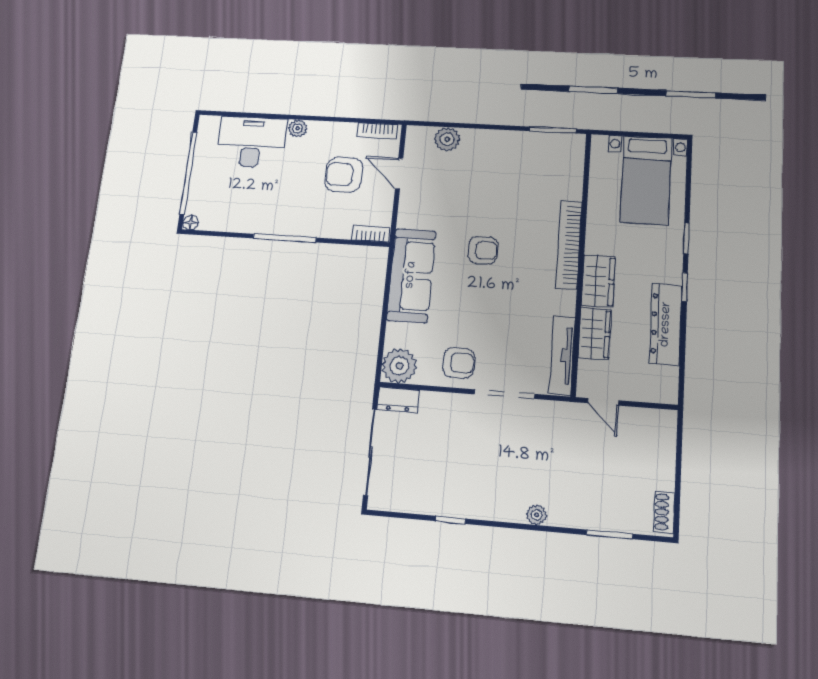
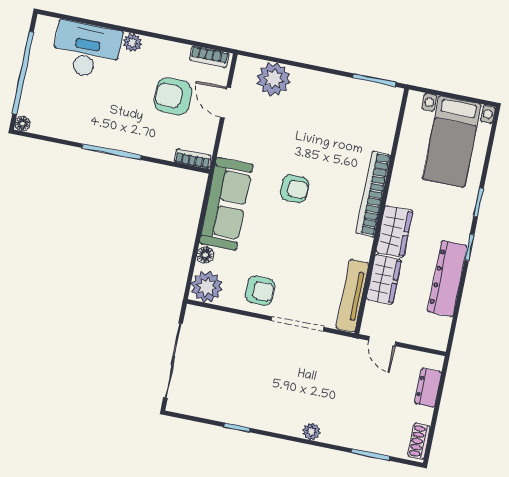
plant: (447, 139) -> (274, 79), width x1.36, depth x1.36
floor lamp: (394, 332) -> (205, 255), added
dresser: (398, 400) -> (428, 388), moved, turned 90

